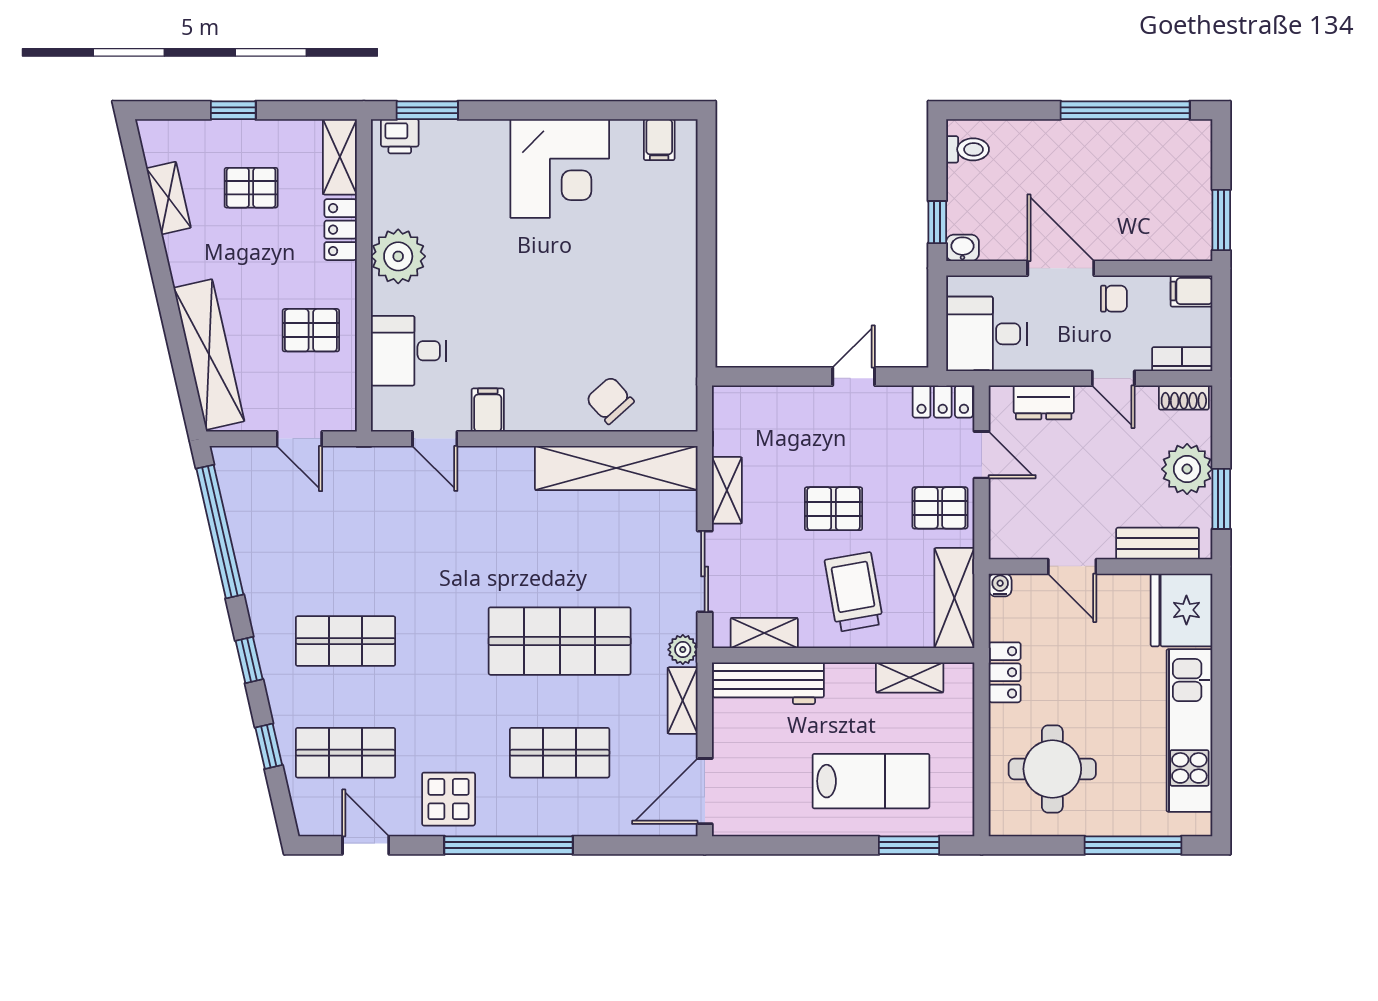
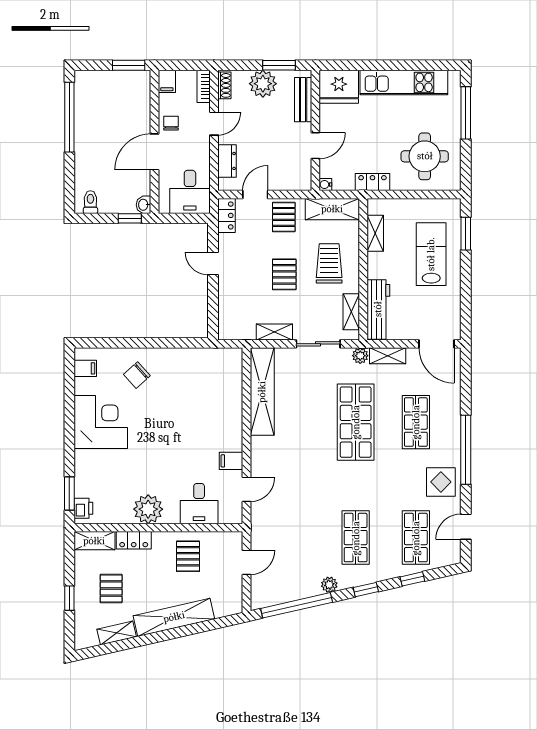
shelving: (209, 355) -> (174, 617), moved
chair: (610, 400) -> (137, 375), moved
plant: (258, 592) -> (329, 585), added
trolley: (854, 592) -> (329, 263), turned 100

